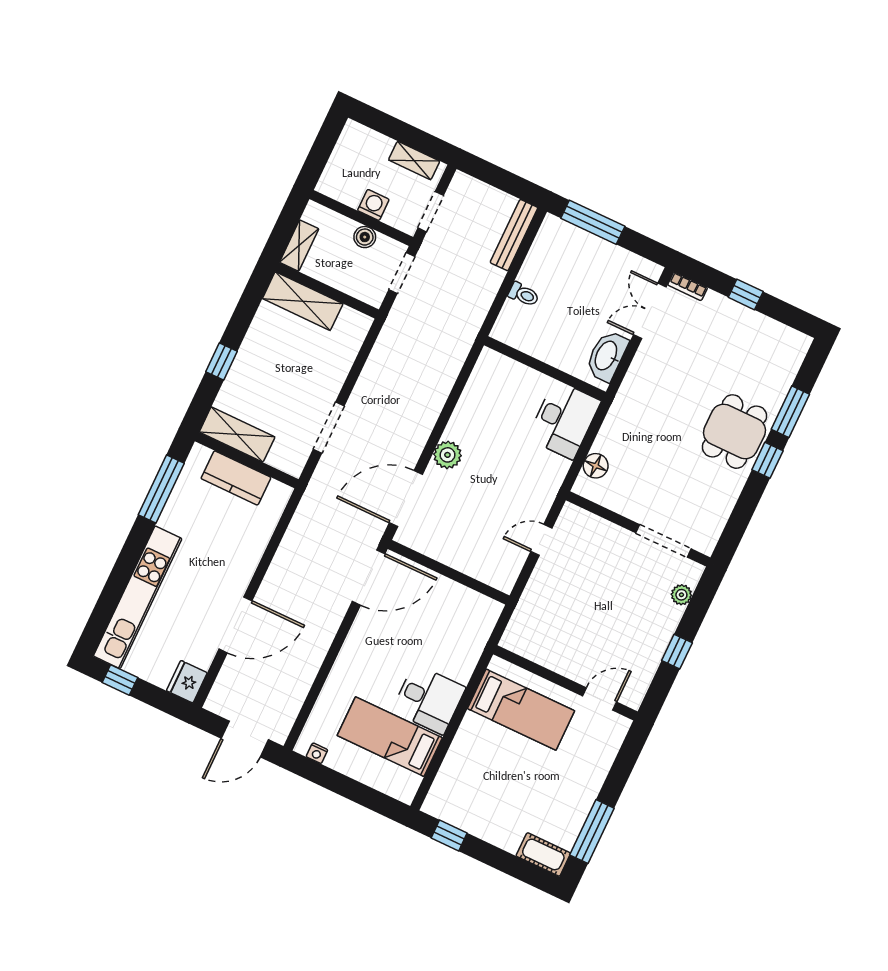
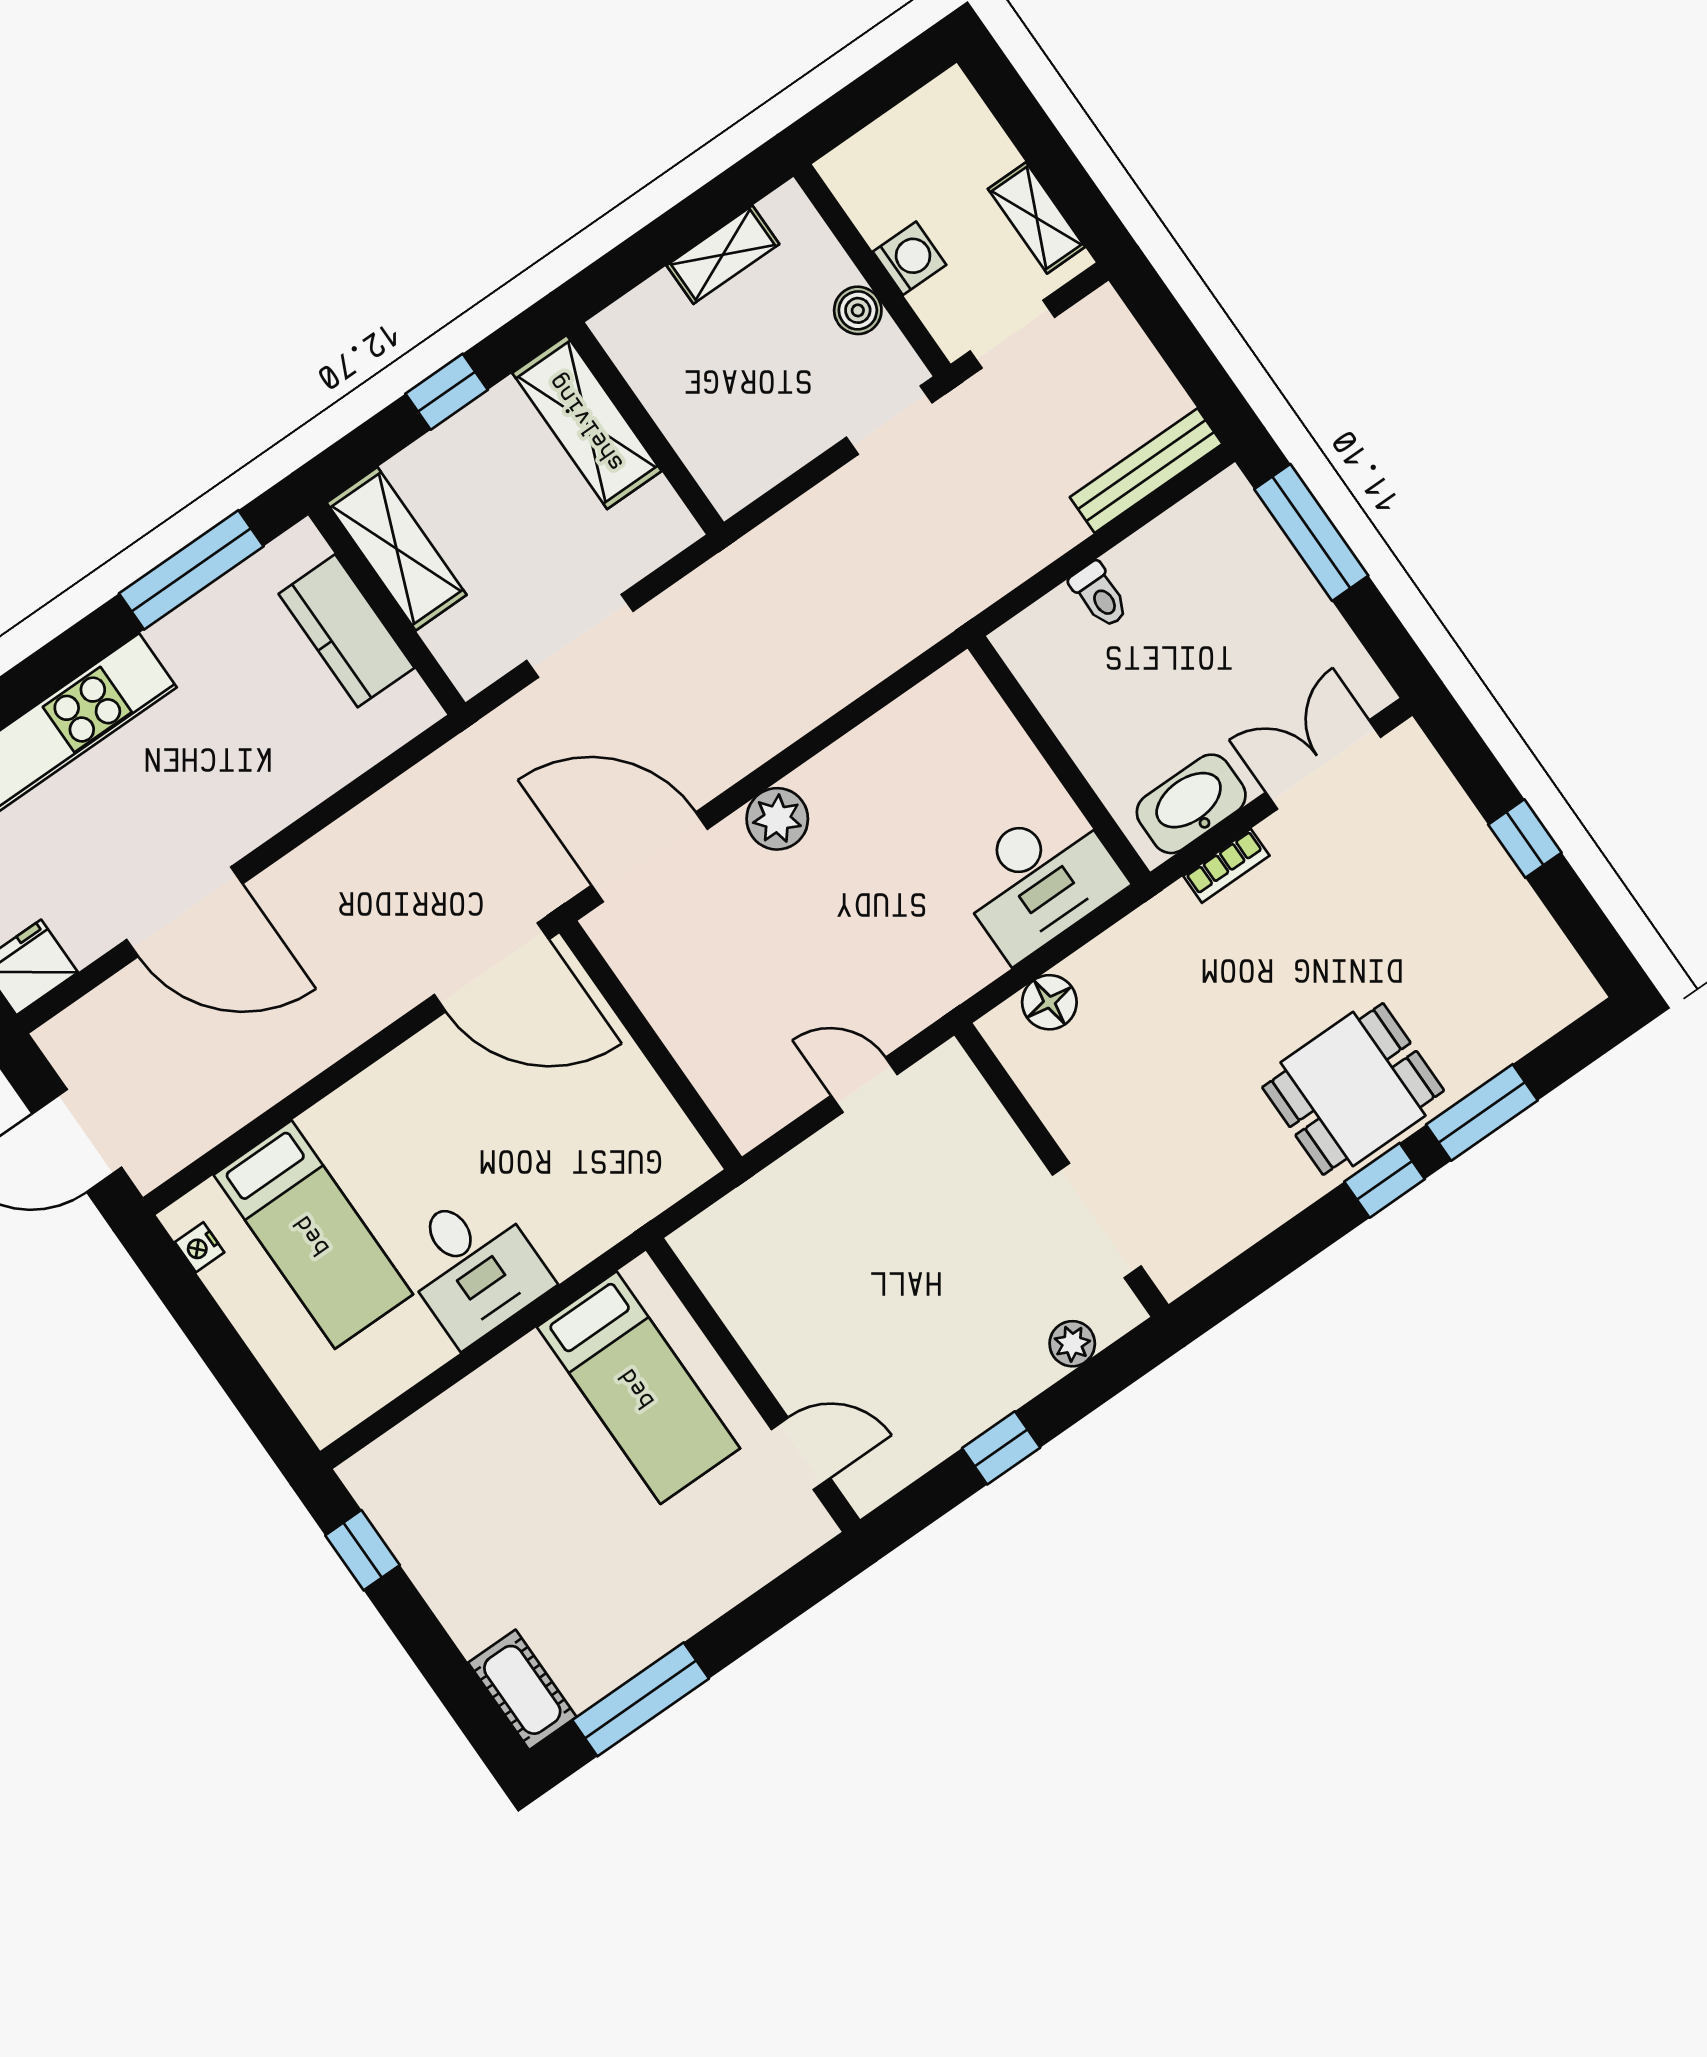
bookcase: (688, 286) -> (1226, 866), moved, turned -90
wall: (327, 290) -> (645, 428), moved
shelving: (303, 301) -> (587, 422), moved
bed: (390, 737) -> (313, 1235), moved, turned 180

